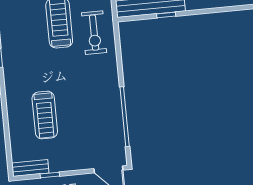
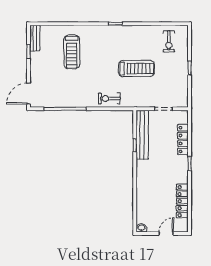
exercise bike: (94, 33) -> (109, 98), moved, width x0.73, depth x0.72
treadmill: (45, 115) -> (72, 52), turned -90

